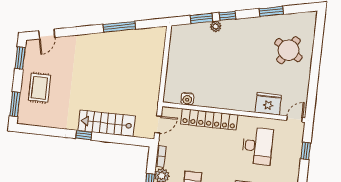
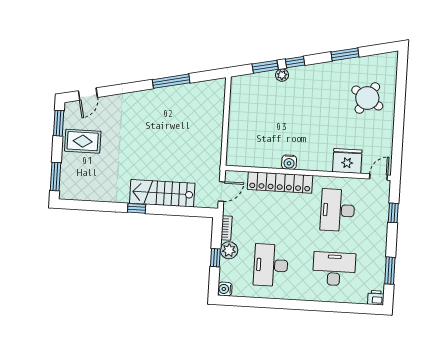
rug: (40, 88) -> (83, 141), moved, turned 90
water cooler: (187, 99) -> (289, 162), moved
desk: (258, 146) -> (337, 210), turned 180

